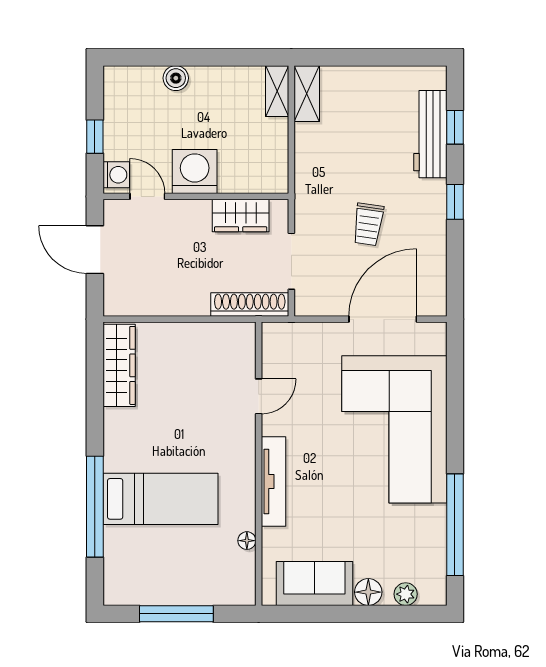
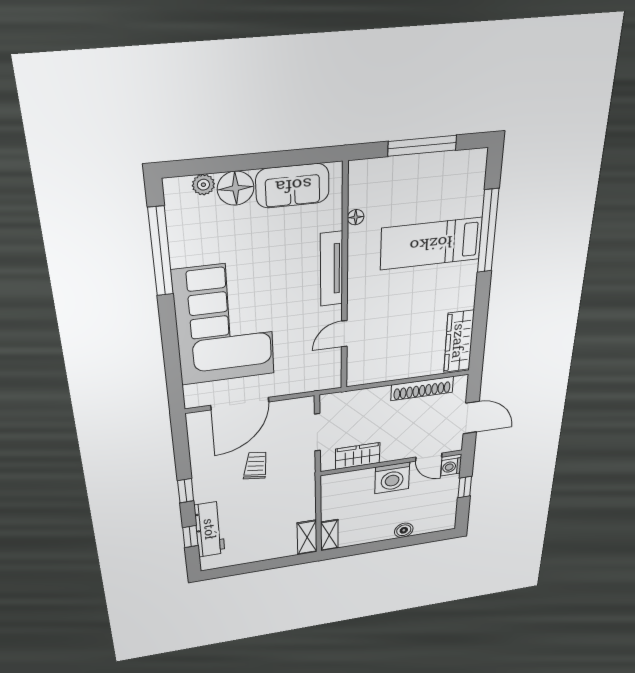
shoe rack: (250, 304) -> (422, 389), moved
floor lamp: (368, 592) -> (236, 188), width x1.38, depth x1.38

